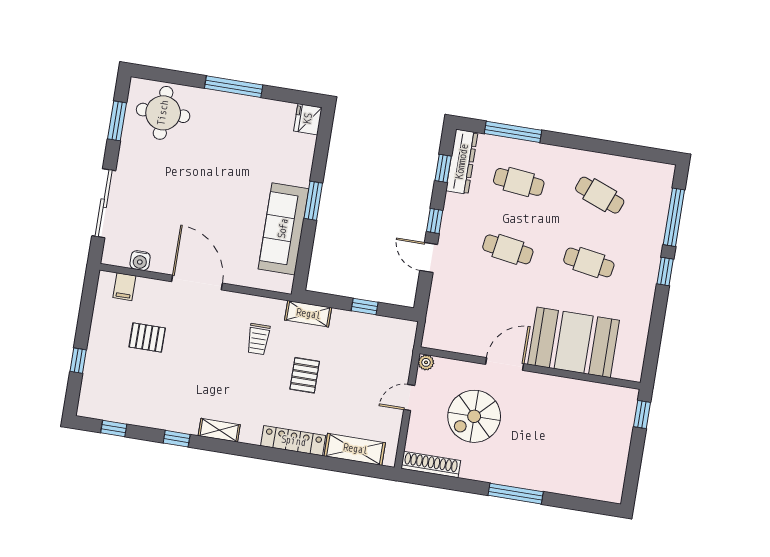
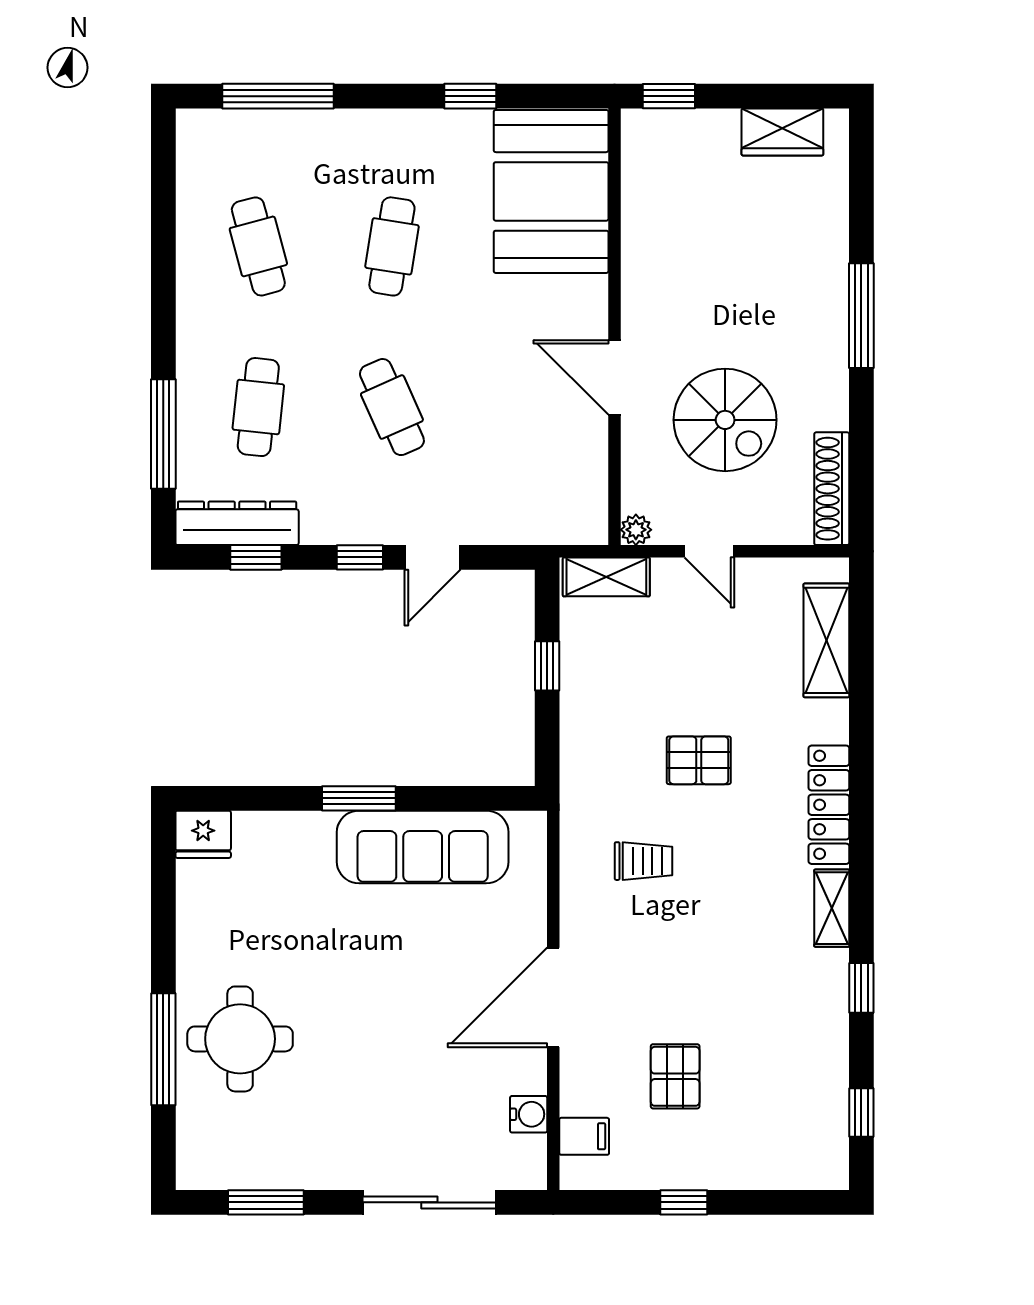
window: (234, 87) -> (163, 1049), moved
round table: (163, 113) -> (240, 1039), moved
cafe table: (600, 195) -> (258, 246), turned -36
cafe table: (508, 249) -> (392, 407), turned -33
window: (665, 271) -> (470, 96), moved
shelving: (308, 314) -> (606, 577), moved, turned 90
booth: (574, 342) -> (551, 191), moved
window: (78, 361) -> (684, 1202), moved
locker: (293, 441) -> (829, 805), moved
wardrobe: (615, 469) -> (782, 132), added

